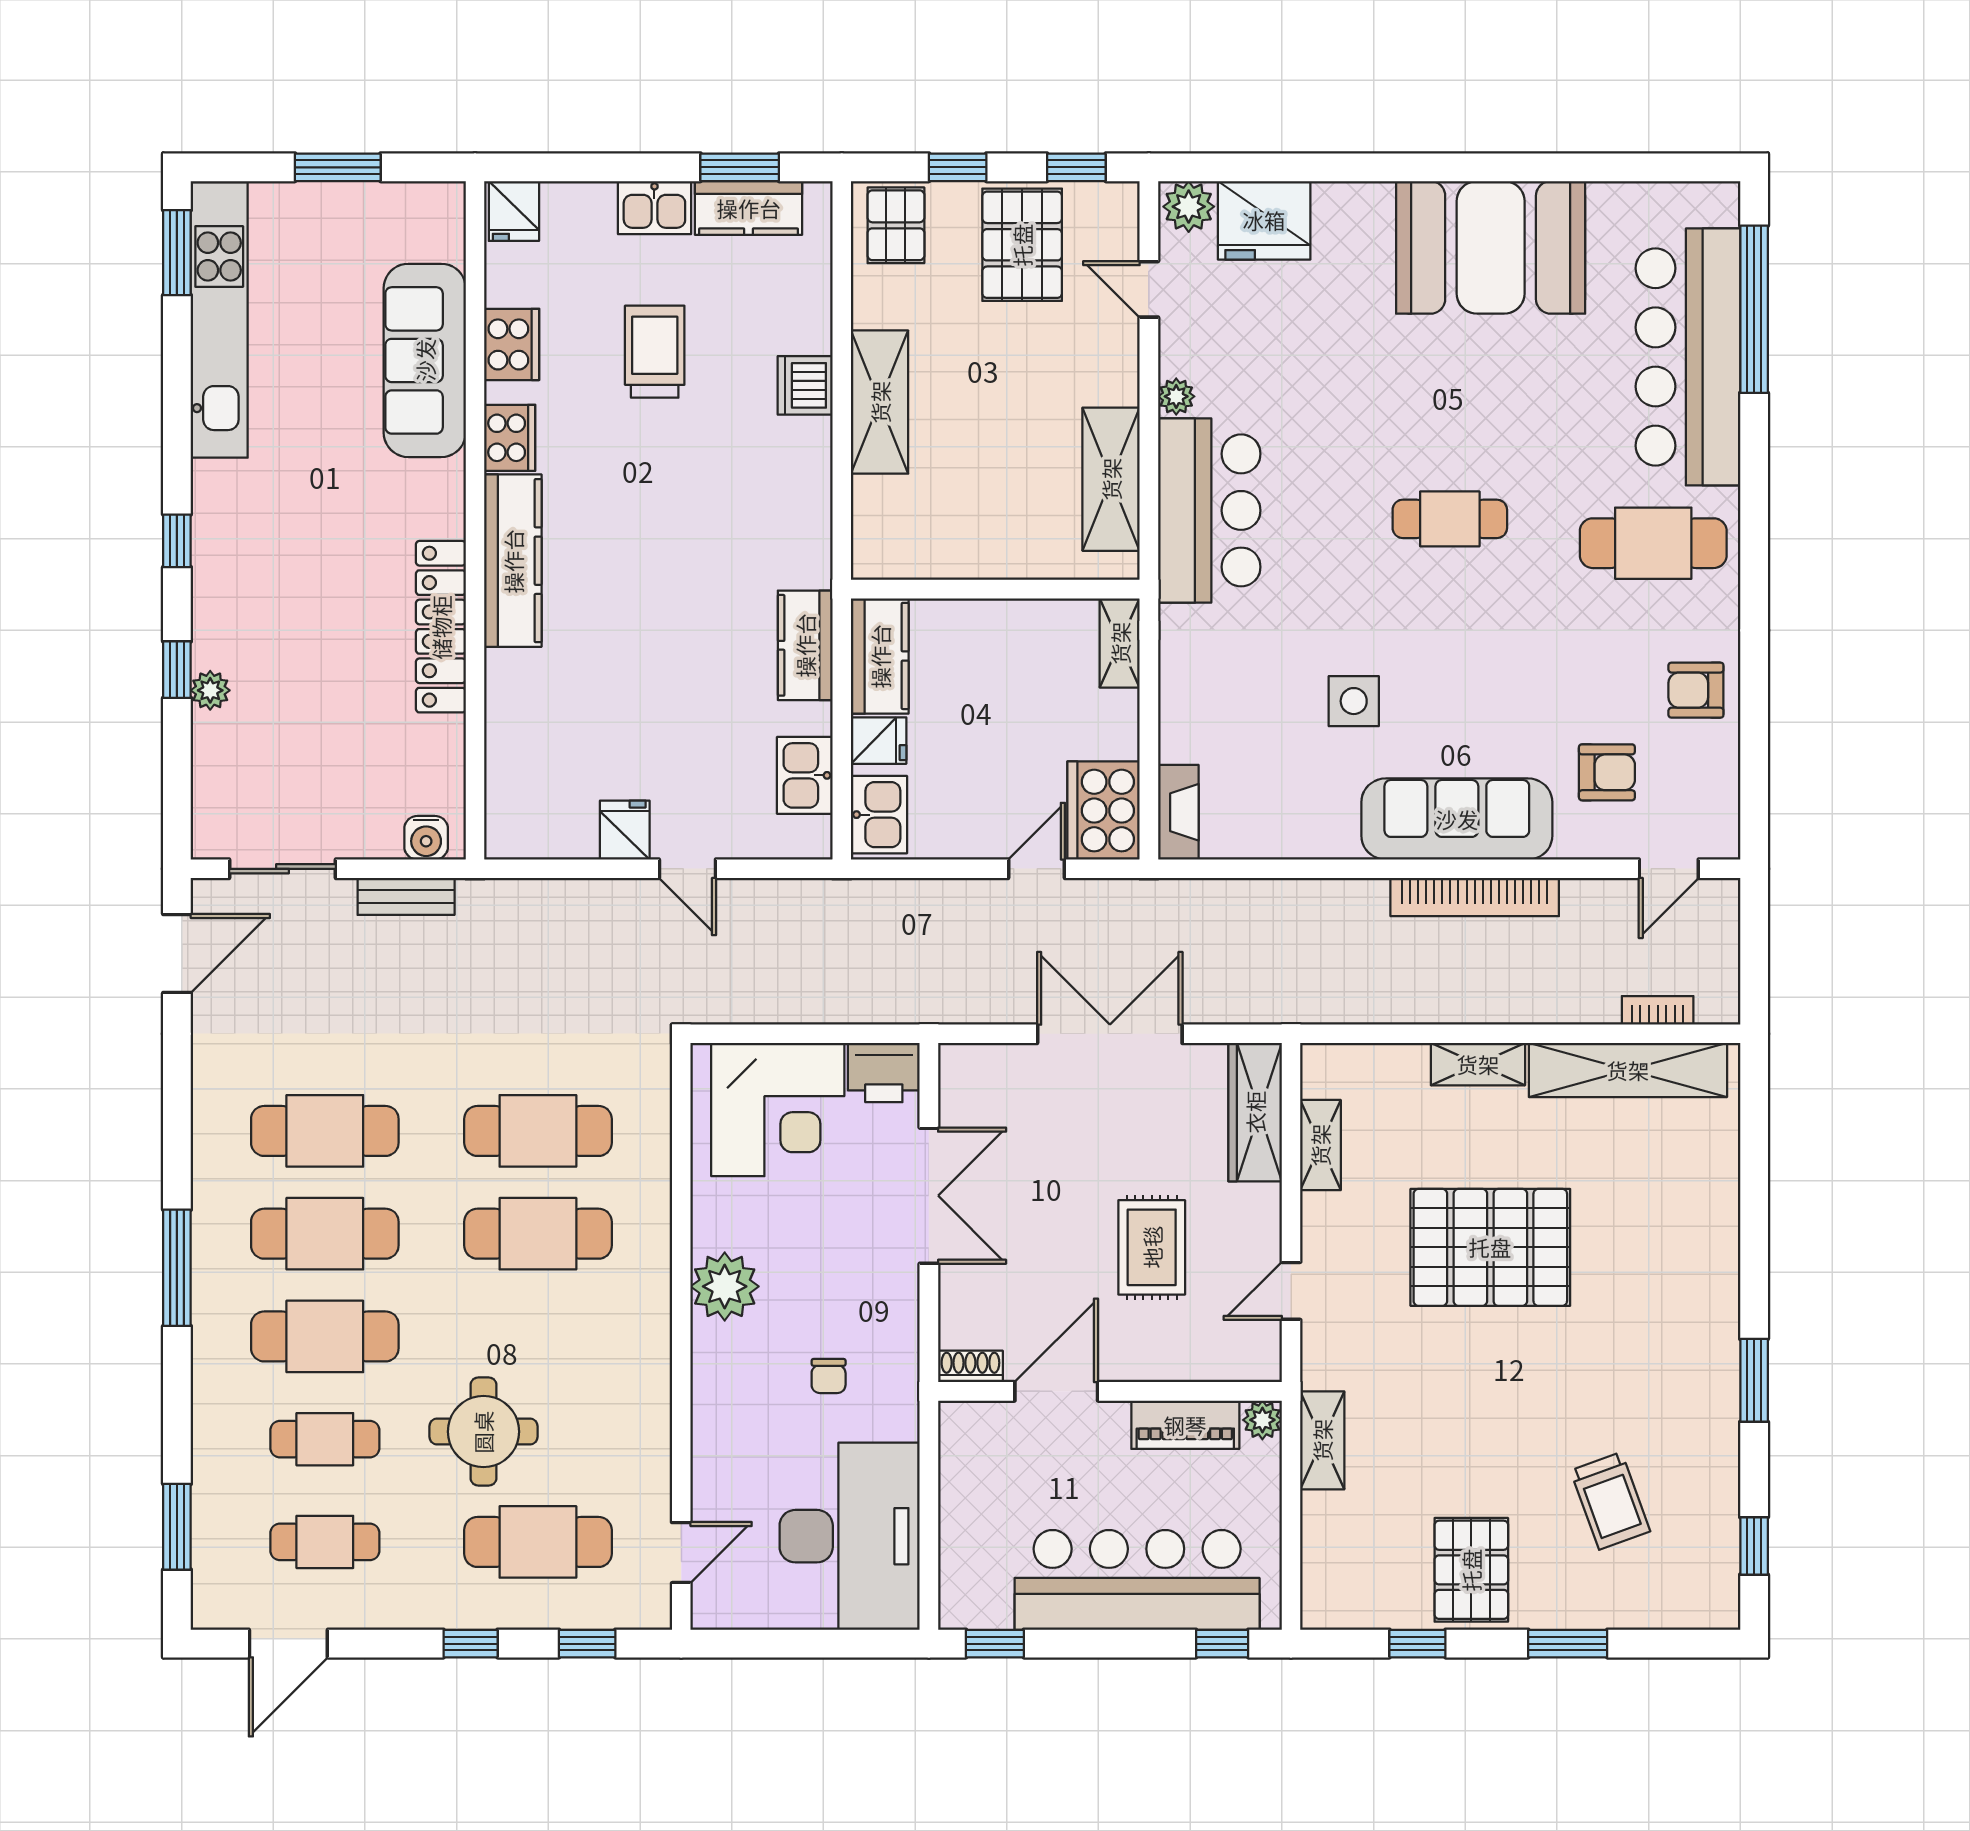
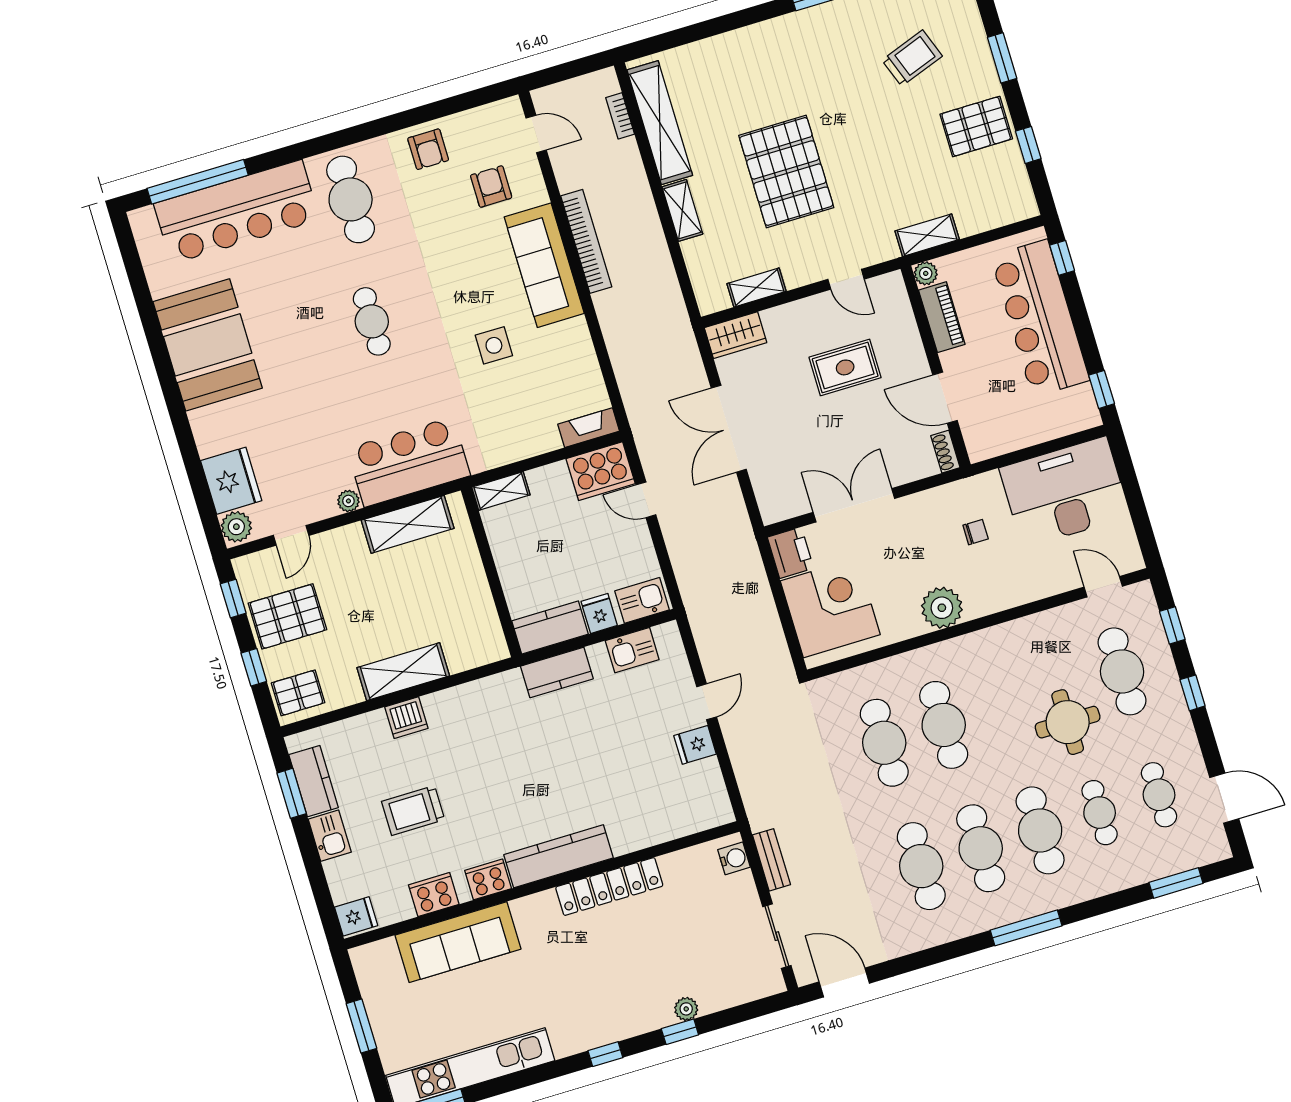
wardrobe: (1255, 1112) -> (736, 335), width x0.67

